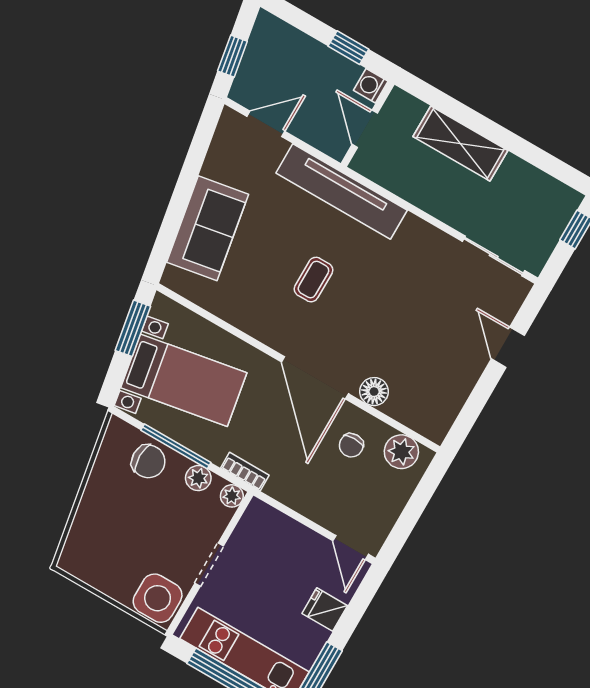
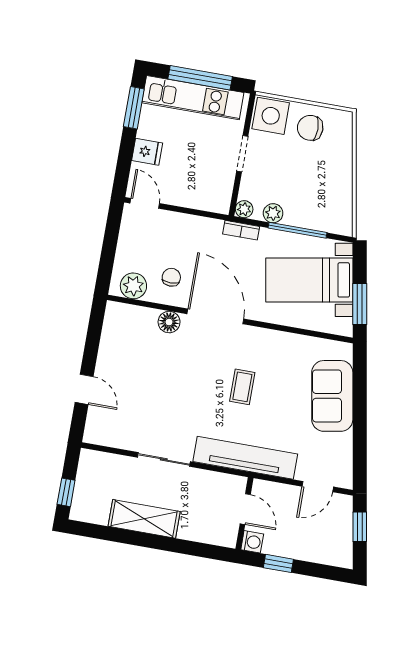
shelving: (460, 143) -> (144, 519), moved
sliding door: (494, 256) -> (164, 459), moved
chair: (148, 461) -> (310, 128), moved

